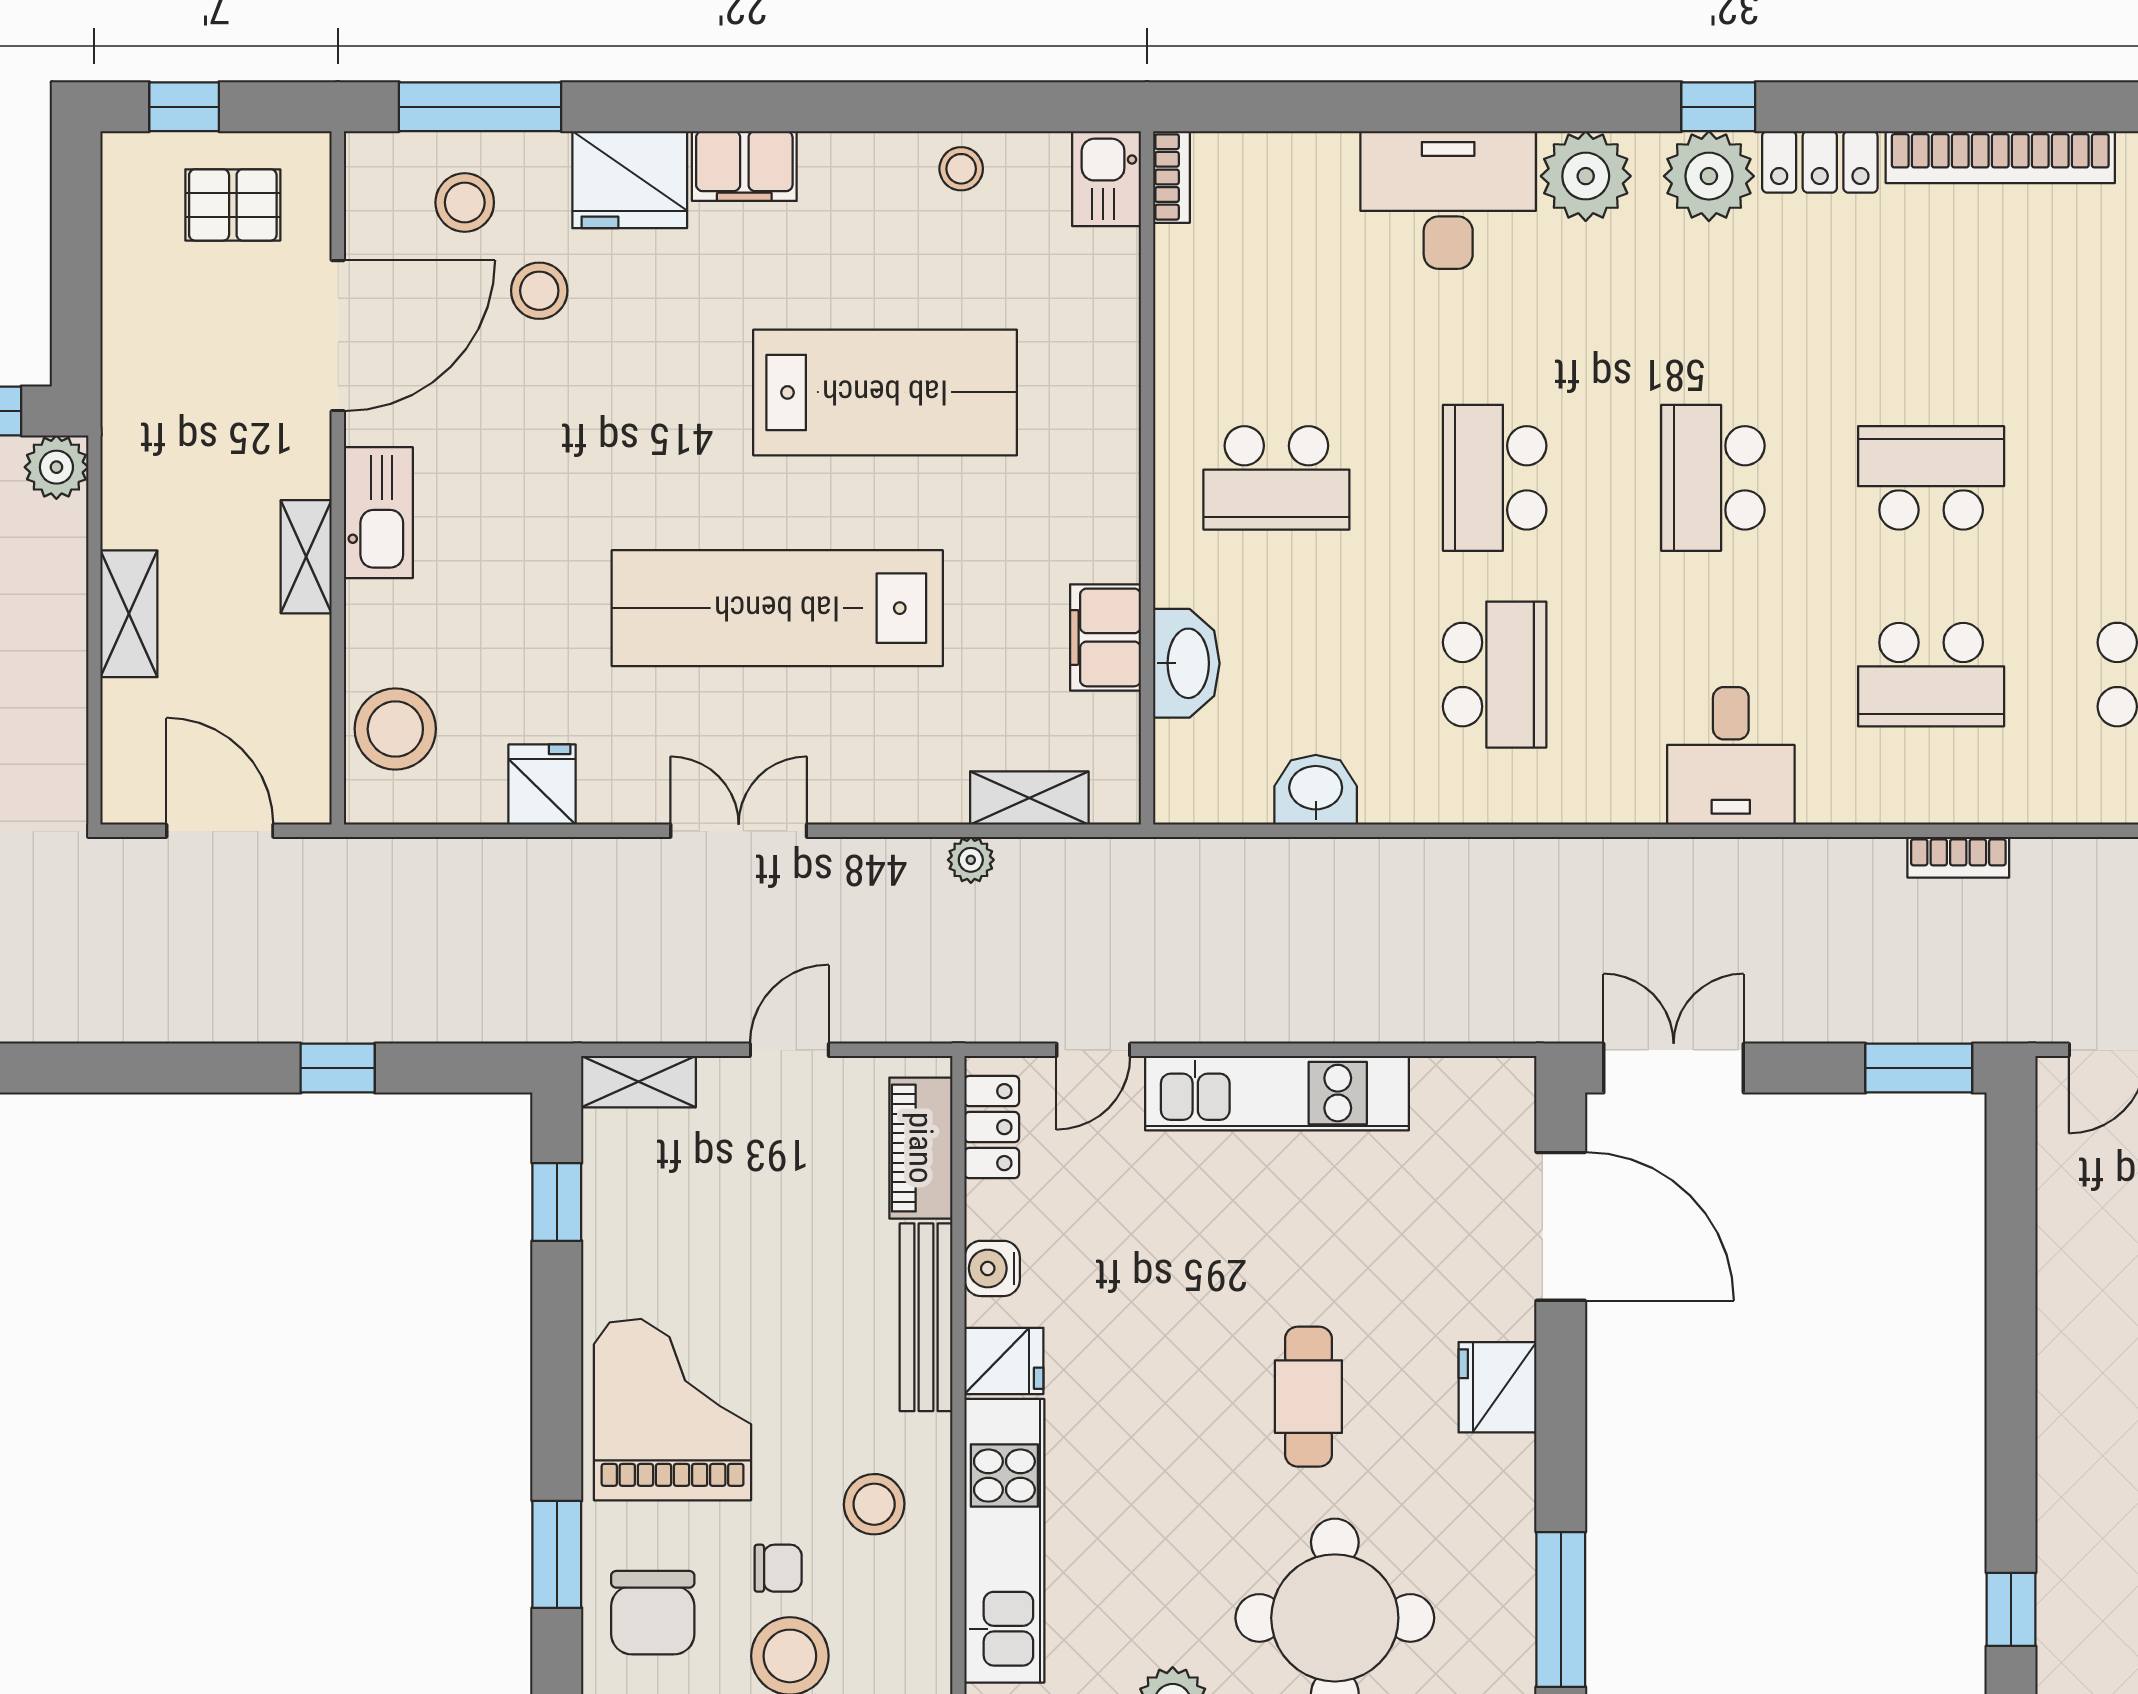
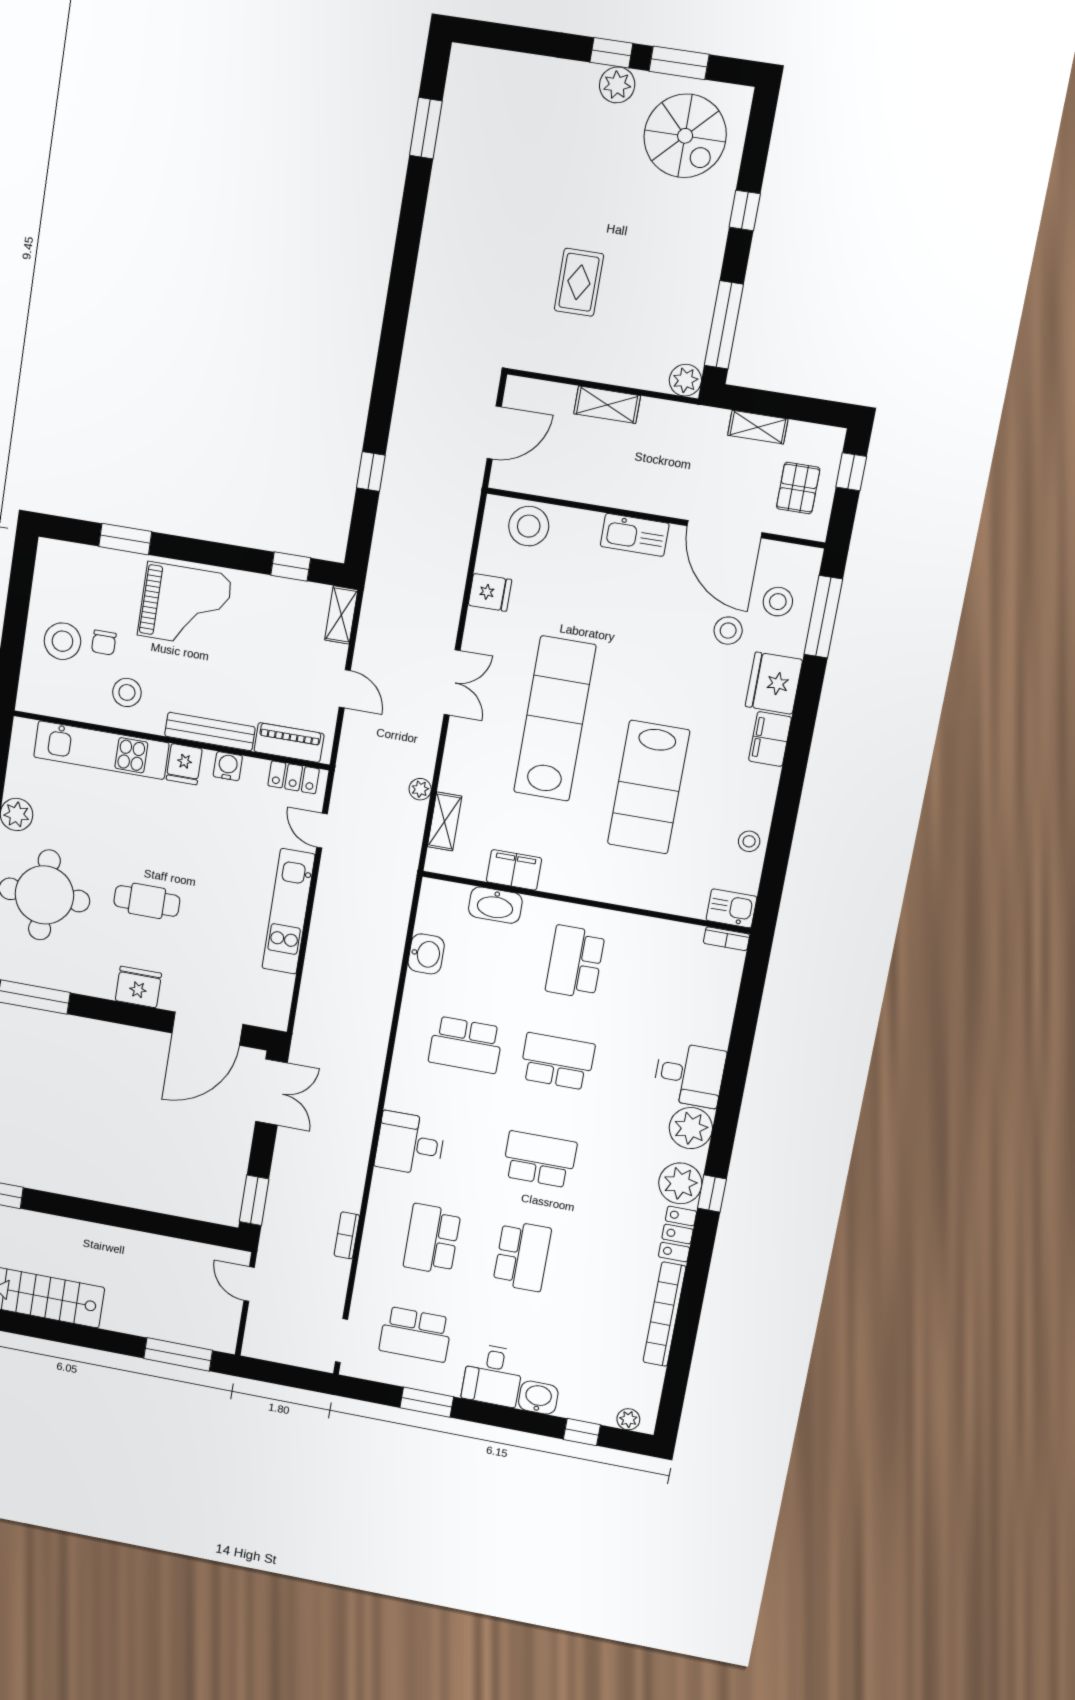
desk: (1448, 200) -> (689, 1075), width x0.73
shelving: (306, 557) -> (758, 427), moved
chair: (653, 1613) -> (92, 580), removed

